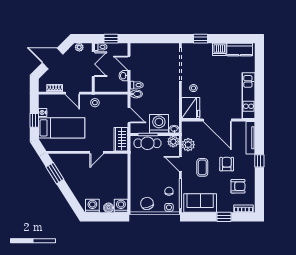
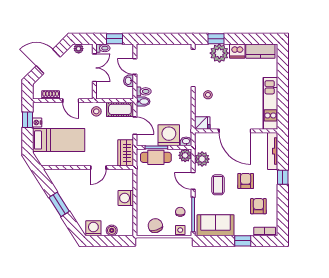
plant: (203, 51) -> (219, 53), added
cot: (116, 101) -> (120, 109), added
fridge: (191, 108) -> (202, 123), width x0.53, depth x0.75
window: (34, 120) -> (28, 120), moved
window: (55, 173) -> (59, 204), moved
armchair: (238, 186) -> (258, 206), turned -90
washing machine: (121, 206) -> (126, 198), moved, turned -90

